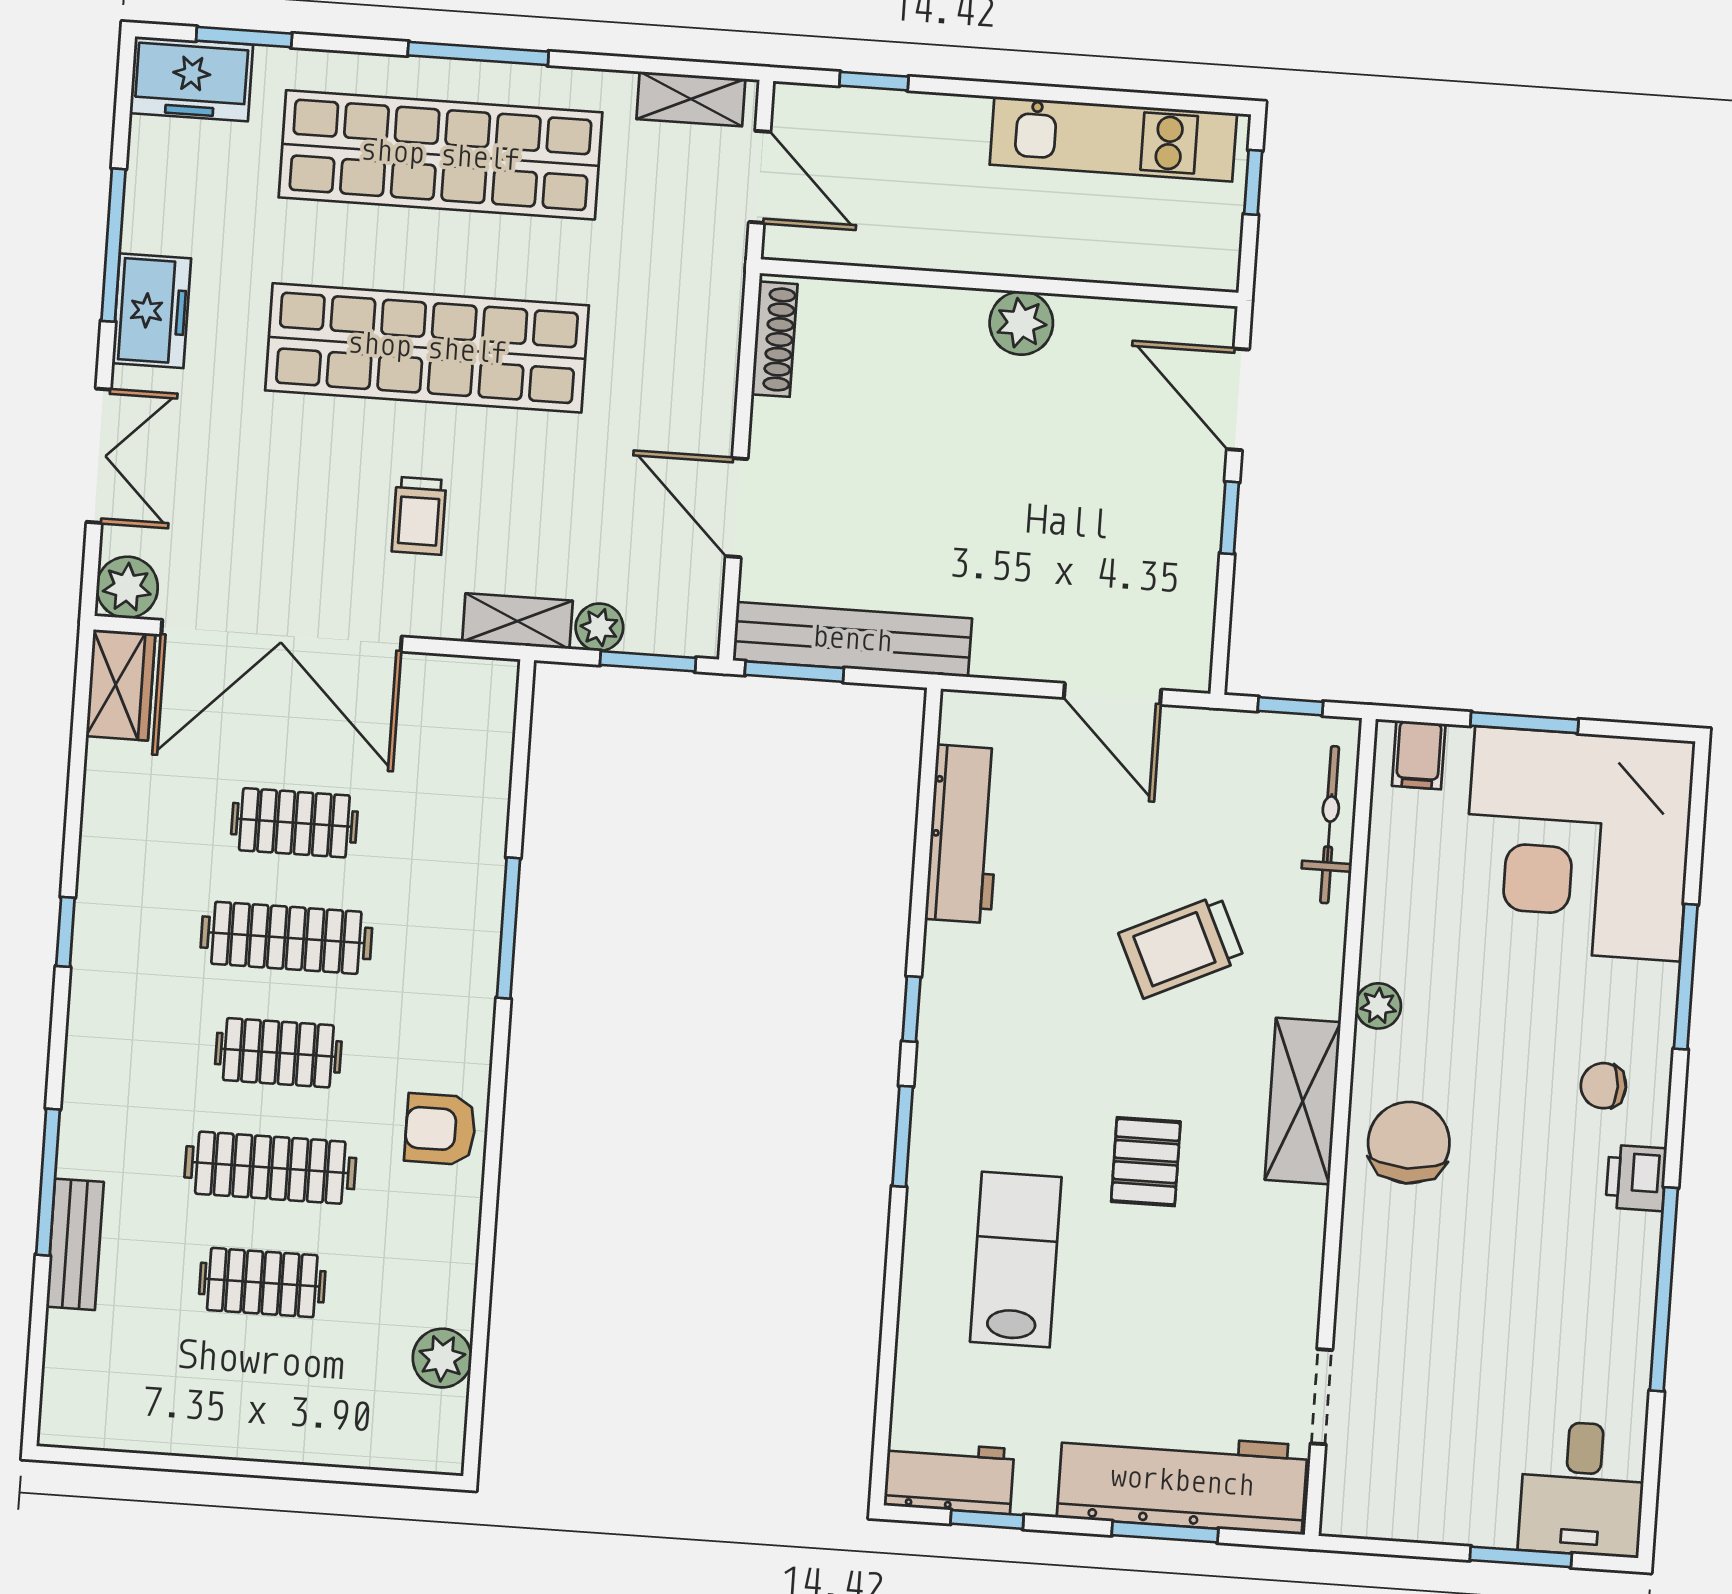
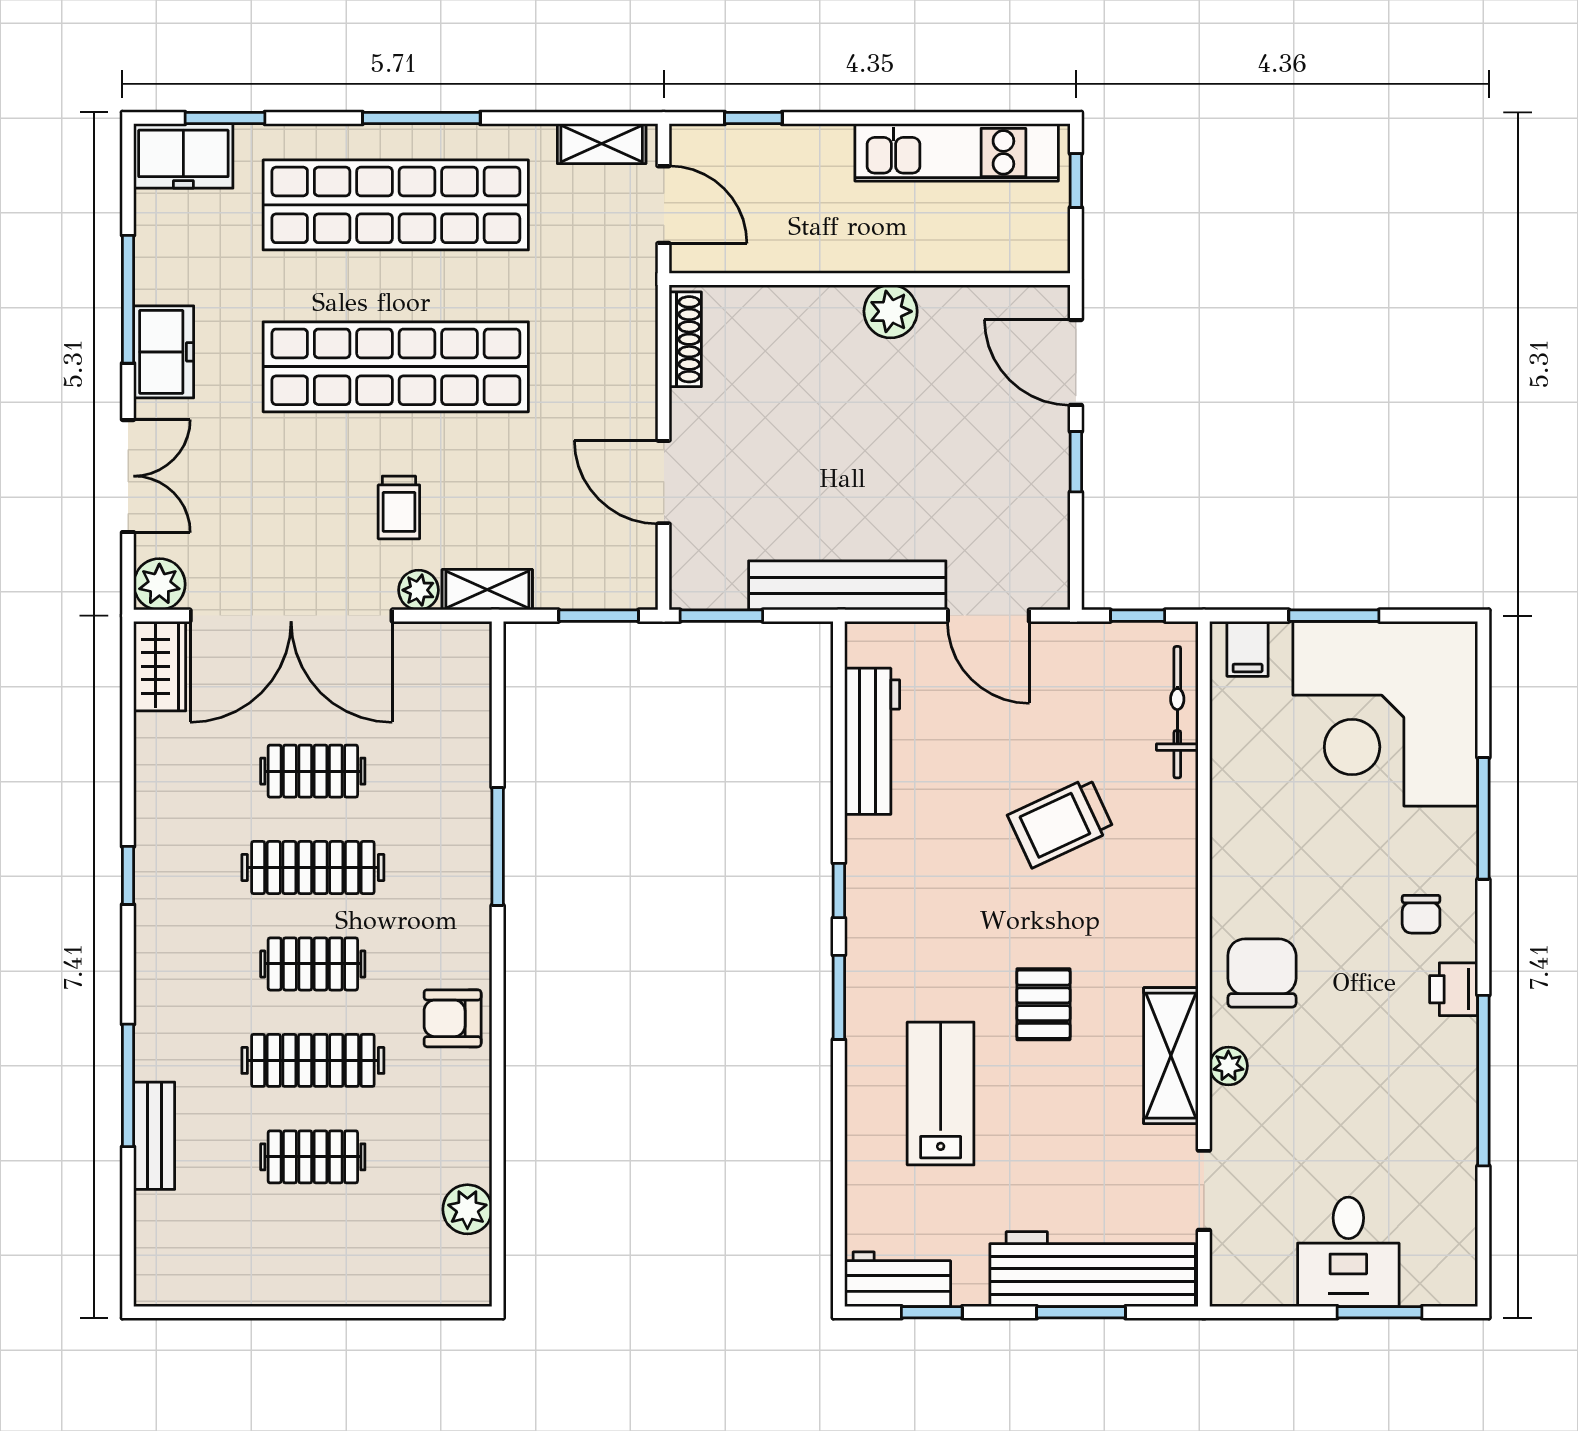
plant: (599, 627) -> (419, 590), moved
bench: (852, 639) -> (847, 585), moved
plant: (1378, 1006) -> (1228, 1066), moved
chair: (1603, 1086) -> (1421, 914), turned -90
shelving: (1303, 1101) -> (1171, 1056), moved
desk: (1582, 1489) -> (1348, 1252), moved

